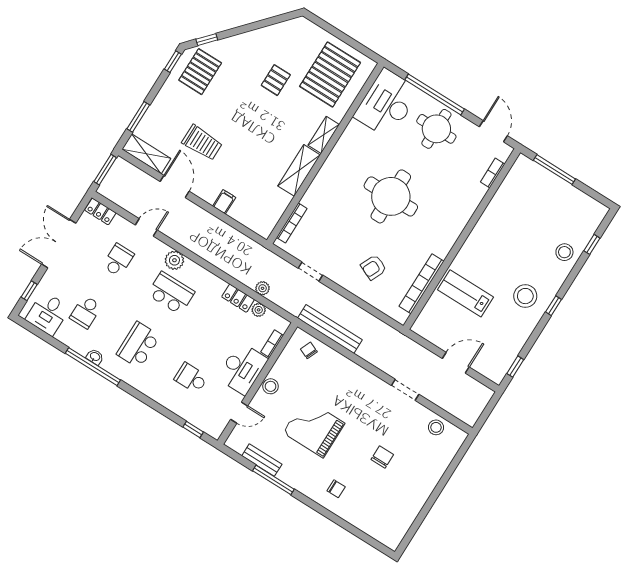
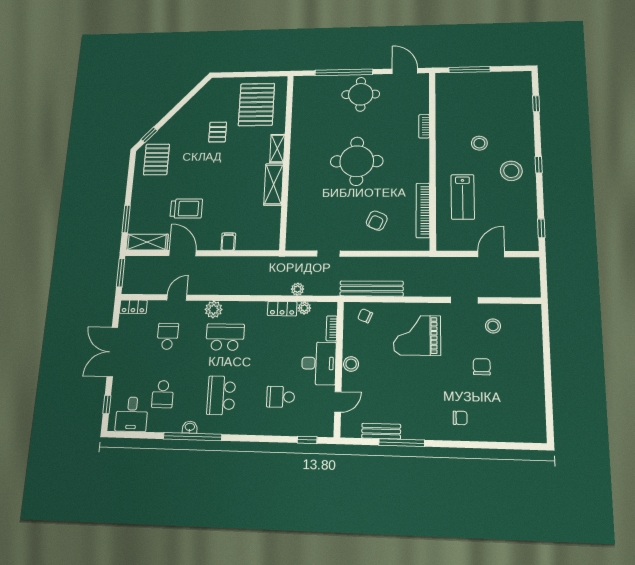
window: (173, 62) -> (132, 165), removed
desk: (387, 103) -> (312, 99), removed
bookcase: (493, 173) -> (424, 126), moved
bookcase: (292, 223) -> (291, 226), removed
stool: (564, 252) -> (479, 143), moved
lab bench: (466, 293) -> (463, 197), turned -90
stool: (436, 427) -> (493, 326), moved
grand piano: (314, 428) -> (417, 335), moved

